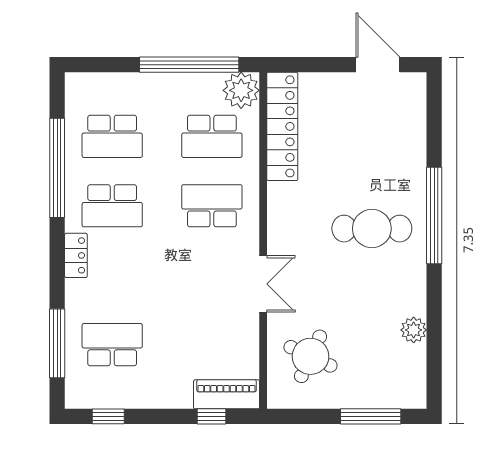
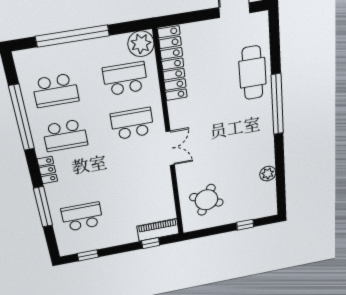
window: (189, 65) -> (73, 36), moved
school desk: (212, 136) -> (125, 79), turned 180
cafe table: (372, 229) -> (253, 73), moved, turned 90
double door: (263, 284) -> (170, 148), moved
window: (57, 343) -> (43, 207), moved
window: (371, 416) -> (245, 225), width x0.46

